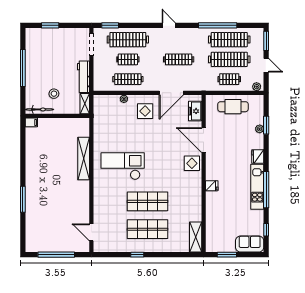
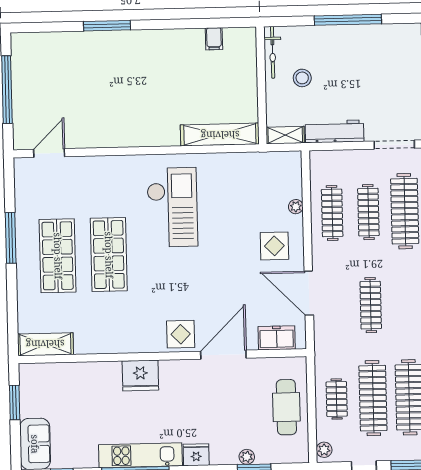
clothes rail: (128, 59) -> (368, 212), width x1.36
filing cabinet: (31, 122) -> (214, 39), moved
shelving: (84, 159) -> (220, 135), moved
fridge: (212, 186) -> (140, 375), width x1.88, depth x1.34
window: (137, 255) -> (11, 238), width x2.17

